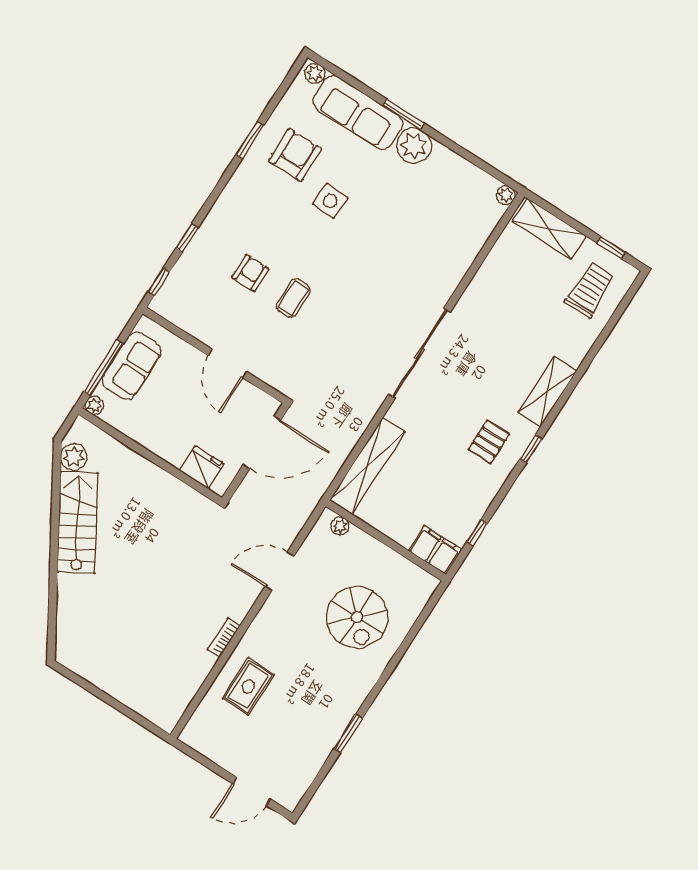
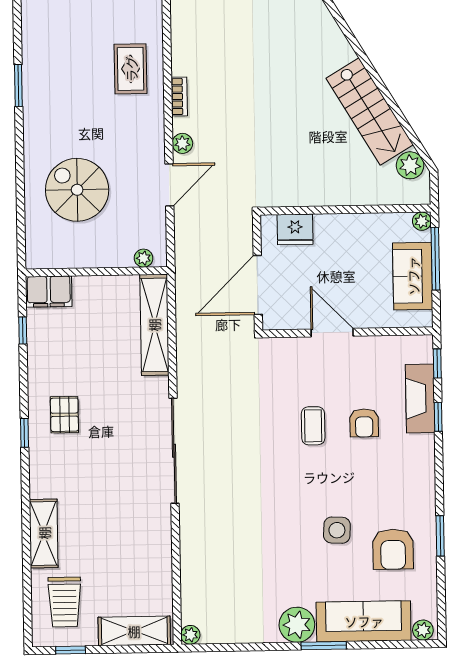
fireplace: (192, 263) -> (420, 398), added
shelving: (548, 392) -> (44, 533), moved
plant: (246, 598) -> (182, 143), added

